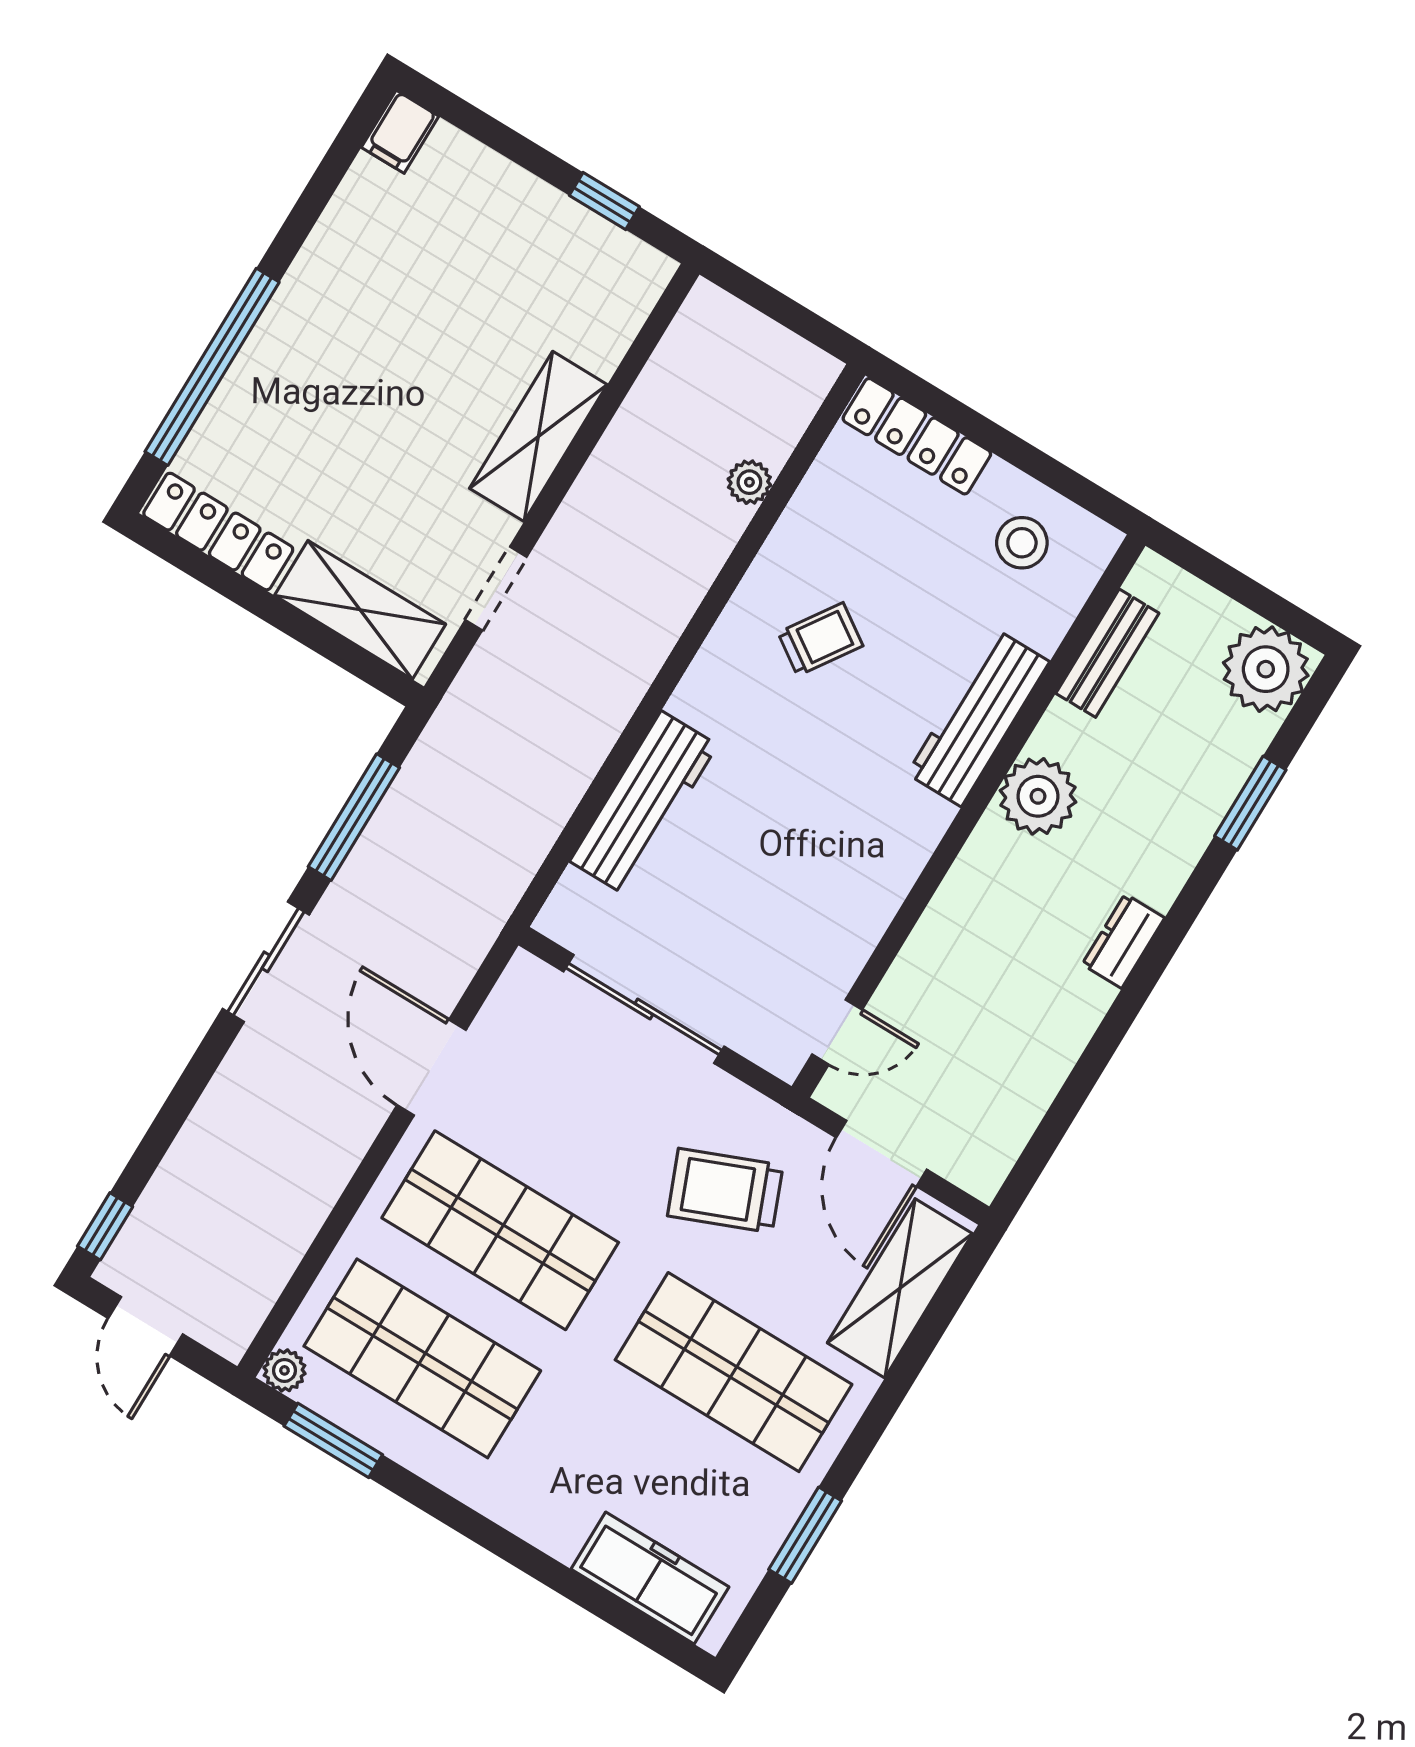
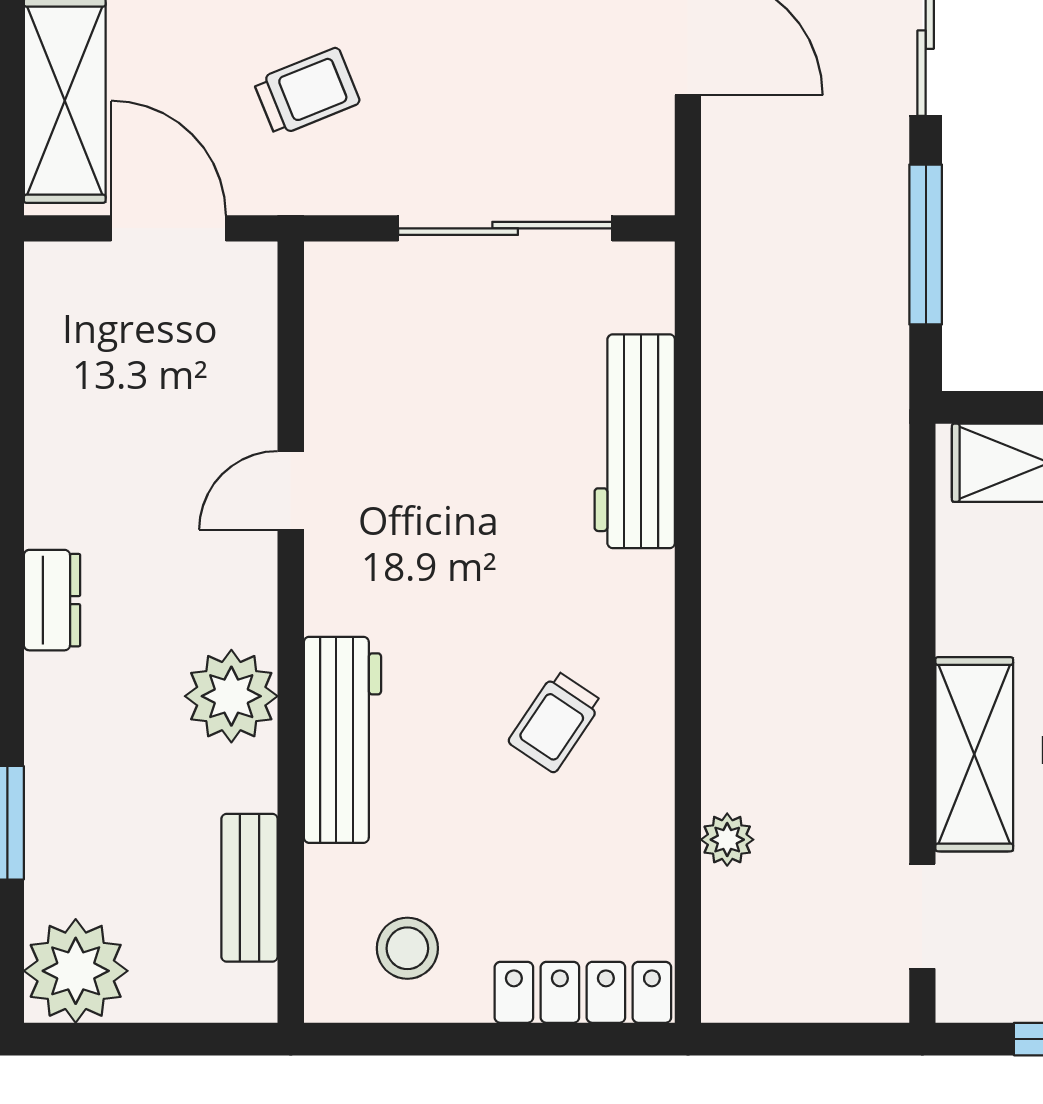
doorway: (496, 588) -> (922, 916), moved
door: (837, 1032) -> (291, 490), moved
trolley: (725, 1191) -> (307, 92), width x0.73, depth x0.72

